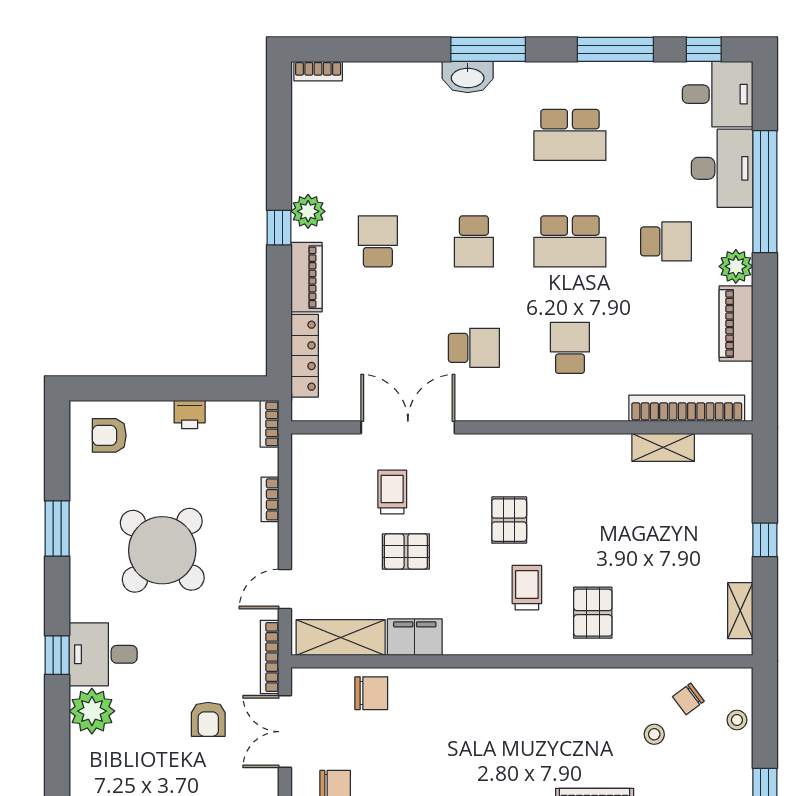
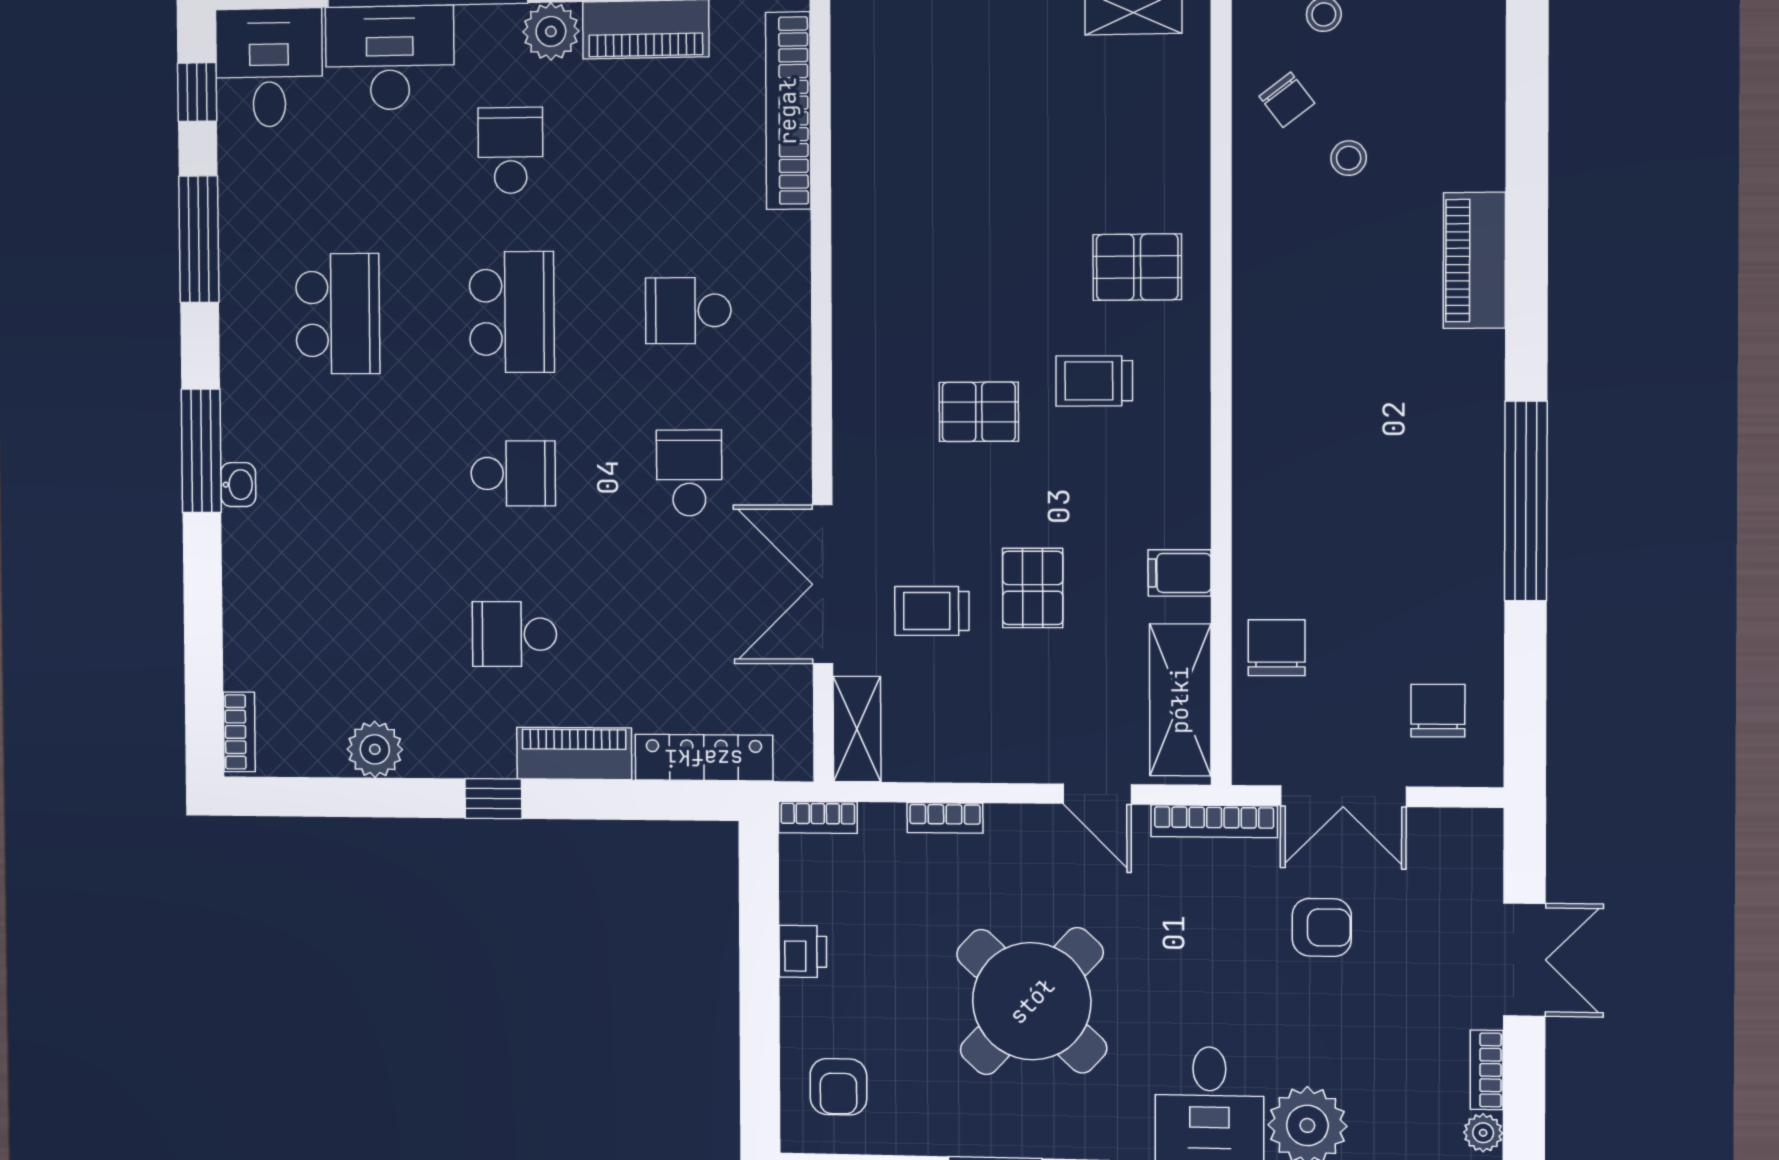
washbasin: (468, 77) -> (238, 485), width x0.52, depth x0.69
plant: (308, 211) -> (375, 749), moved
shelving: (663, 447) -> (857, 729), moved
filing cabinet: (415, 637) -> (1180, 573), width x0.50

